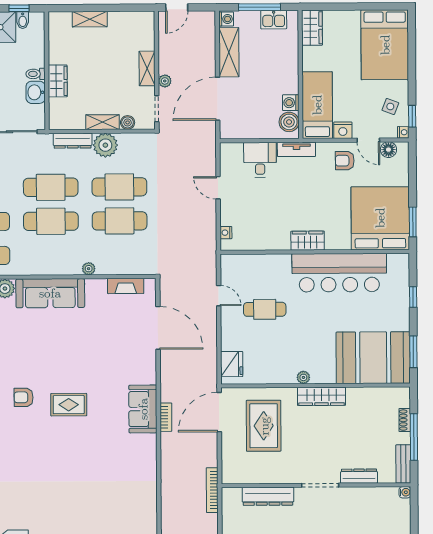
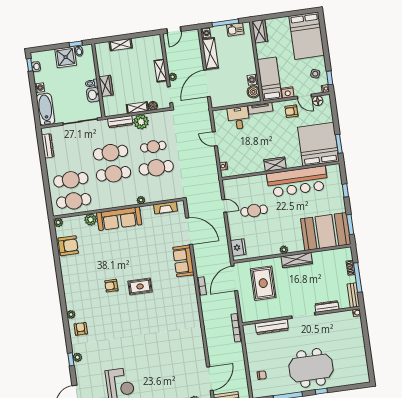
cafe table: (119, 187) -> (153, 147), width x0.73, depth x0.74
sofa: (143, 409) -> (183, 261), moved

